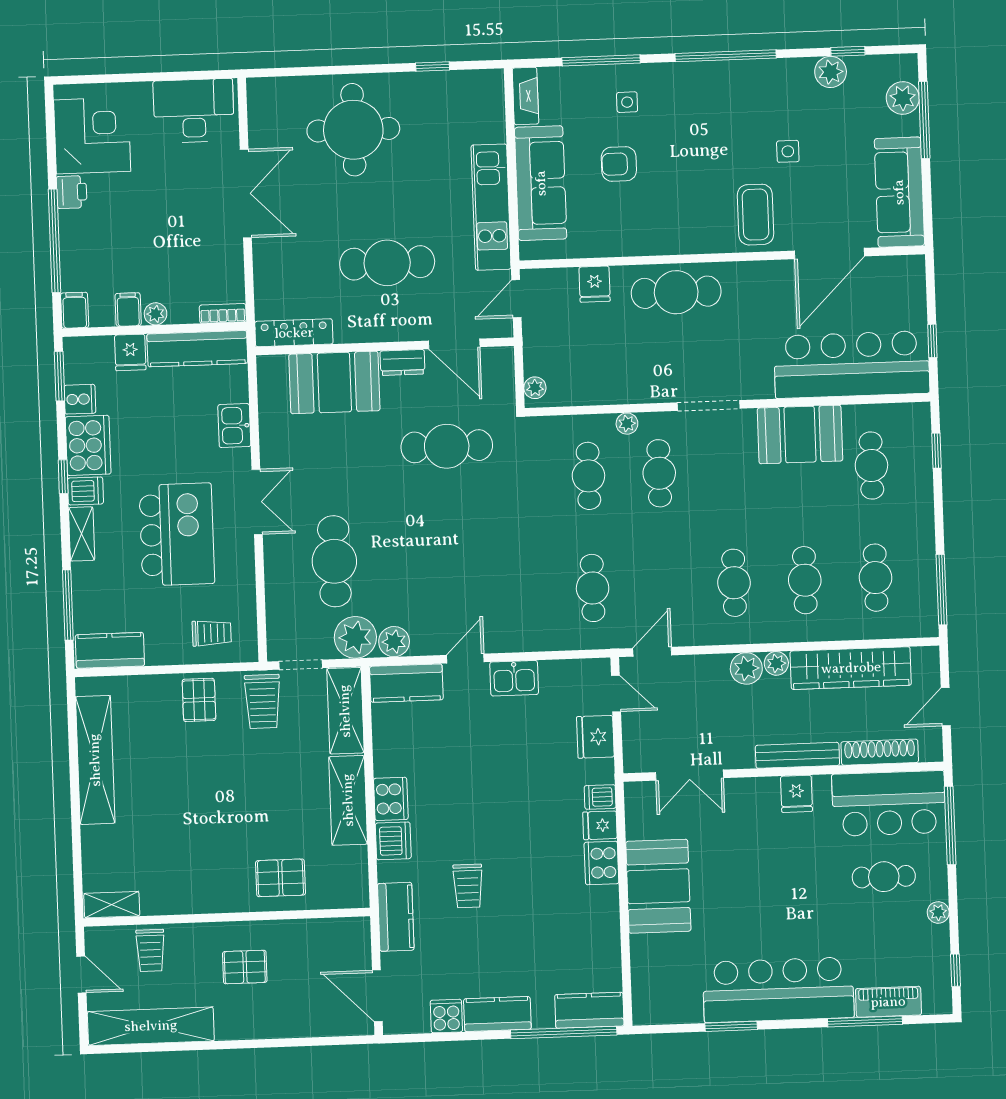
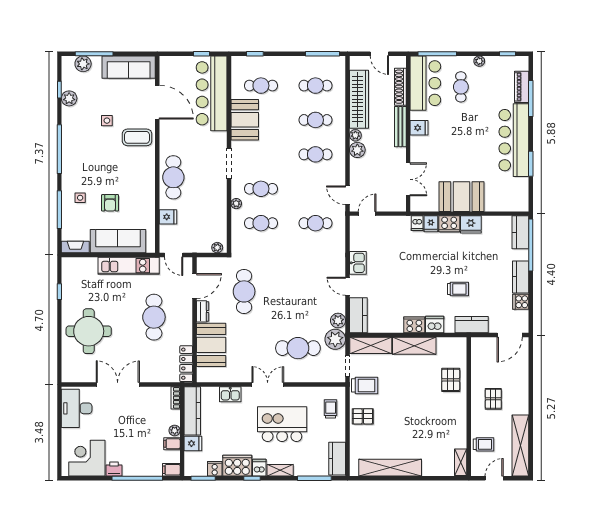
fridge: (595, 737) -> (471, 224), moved

